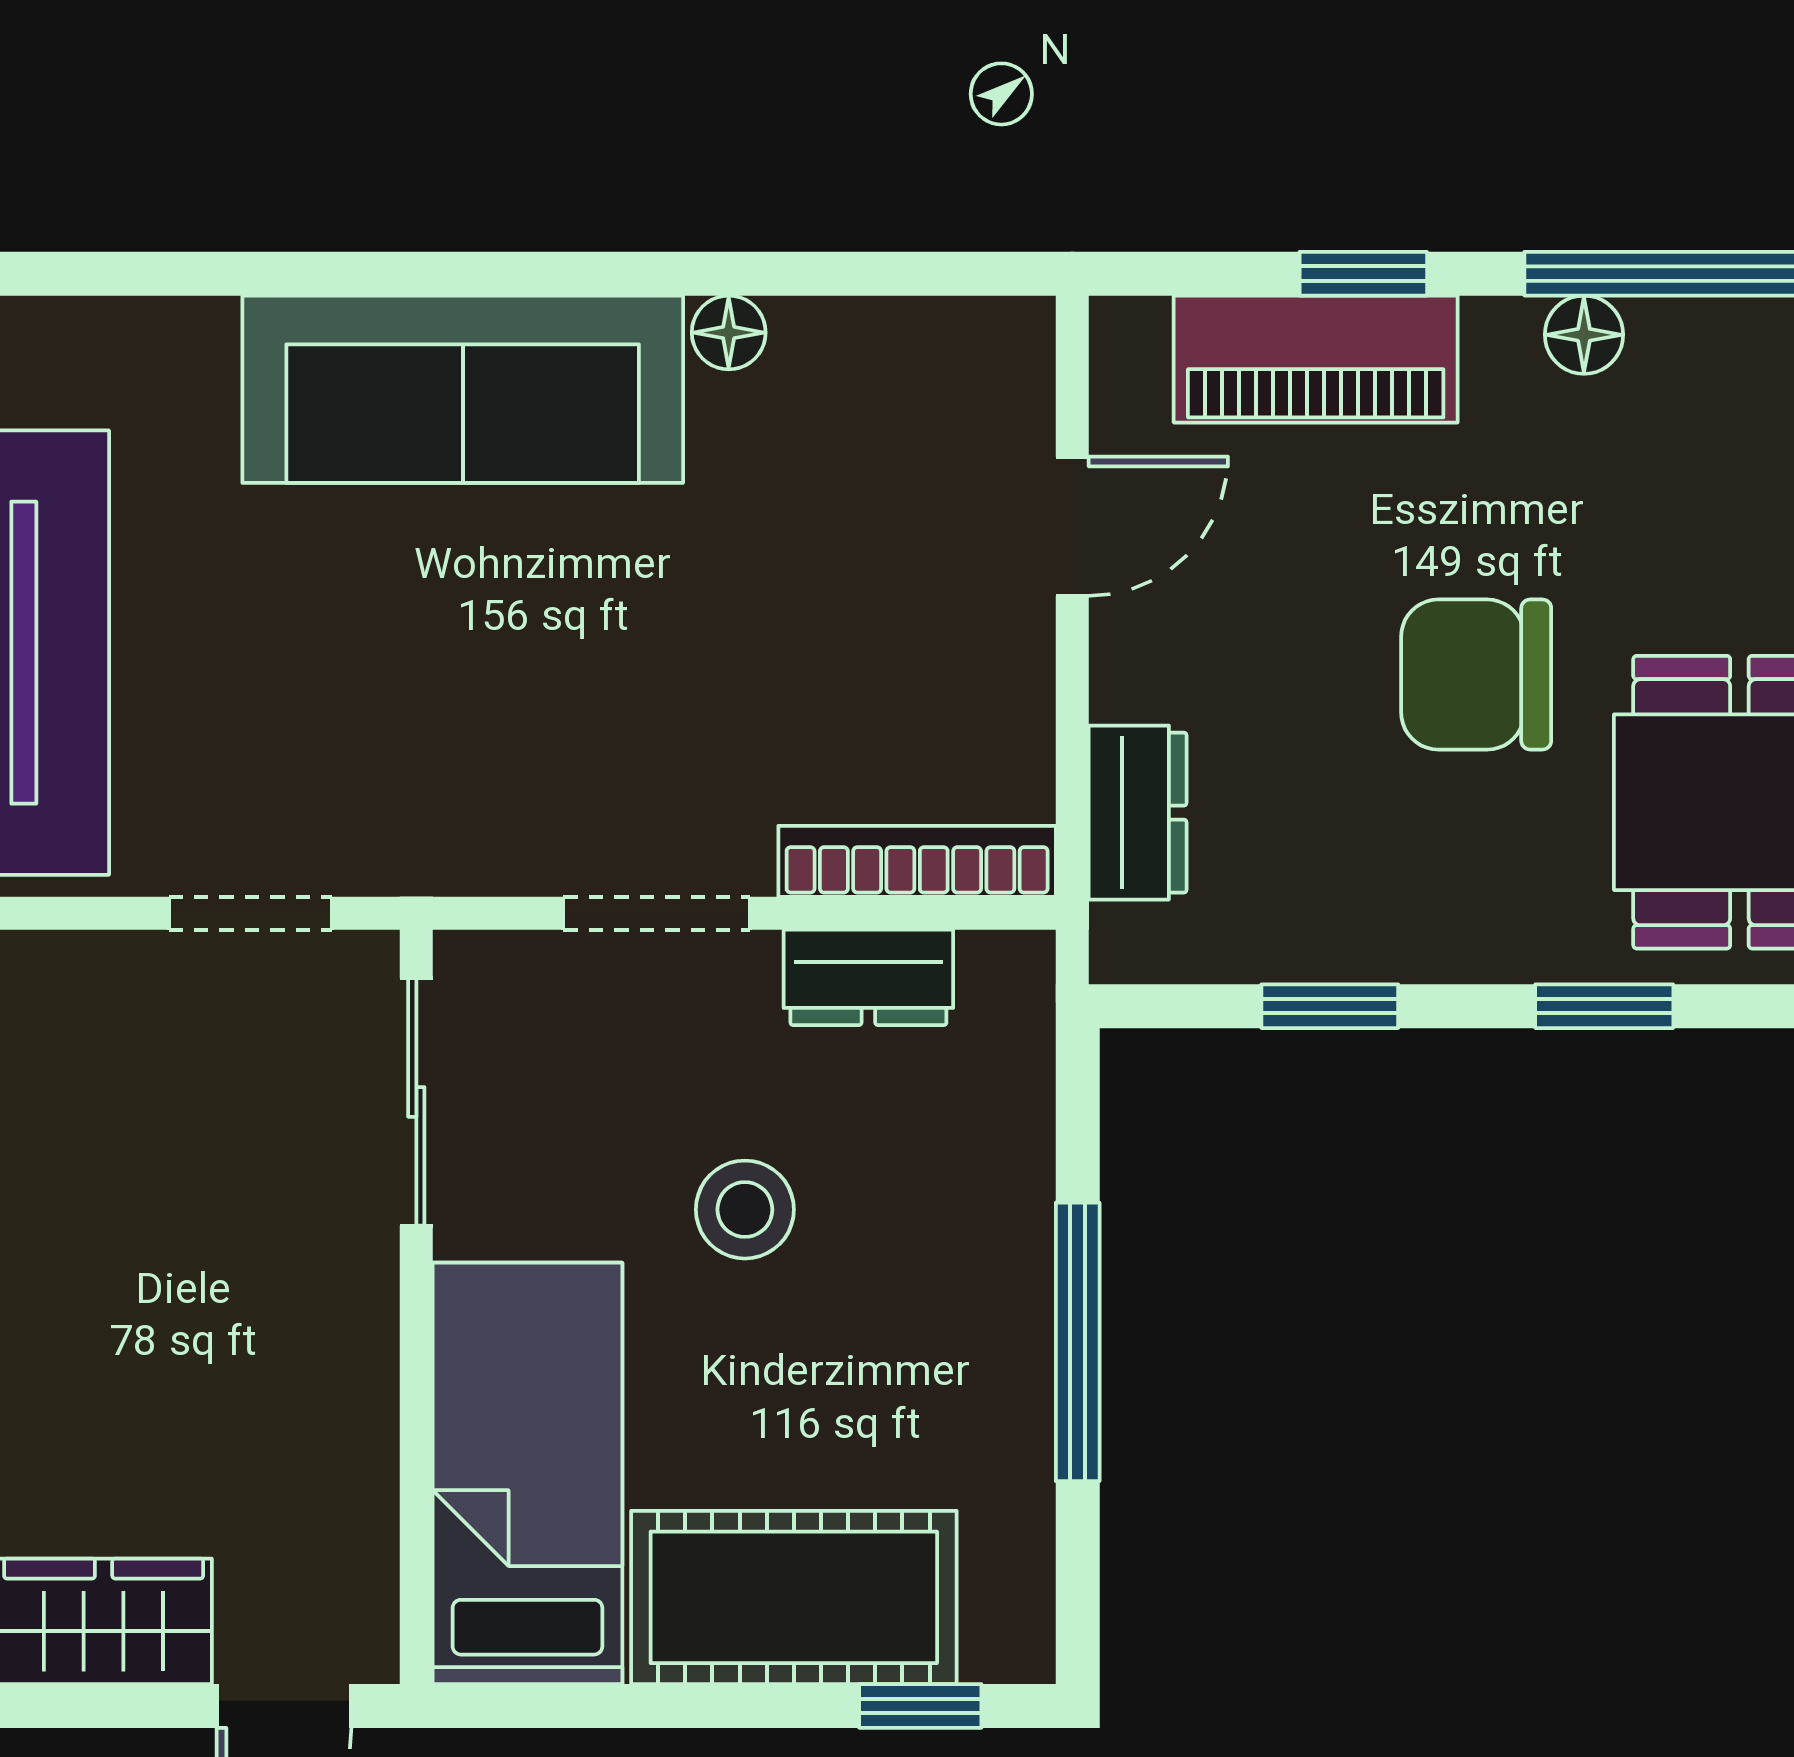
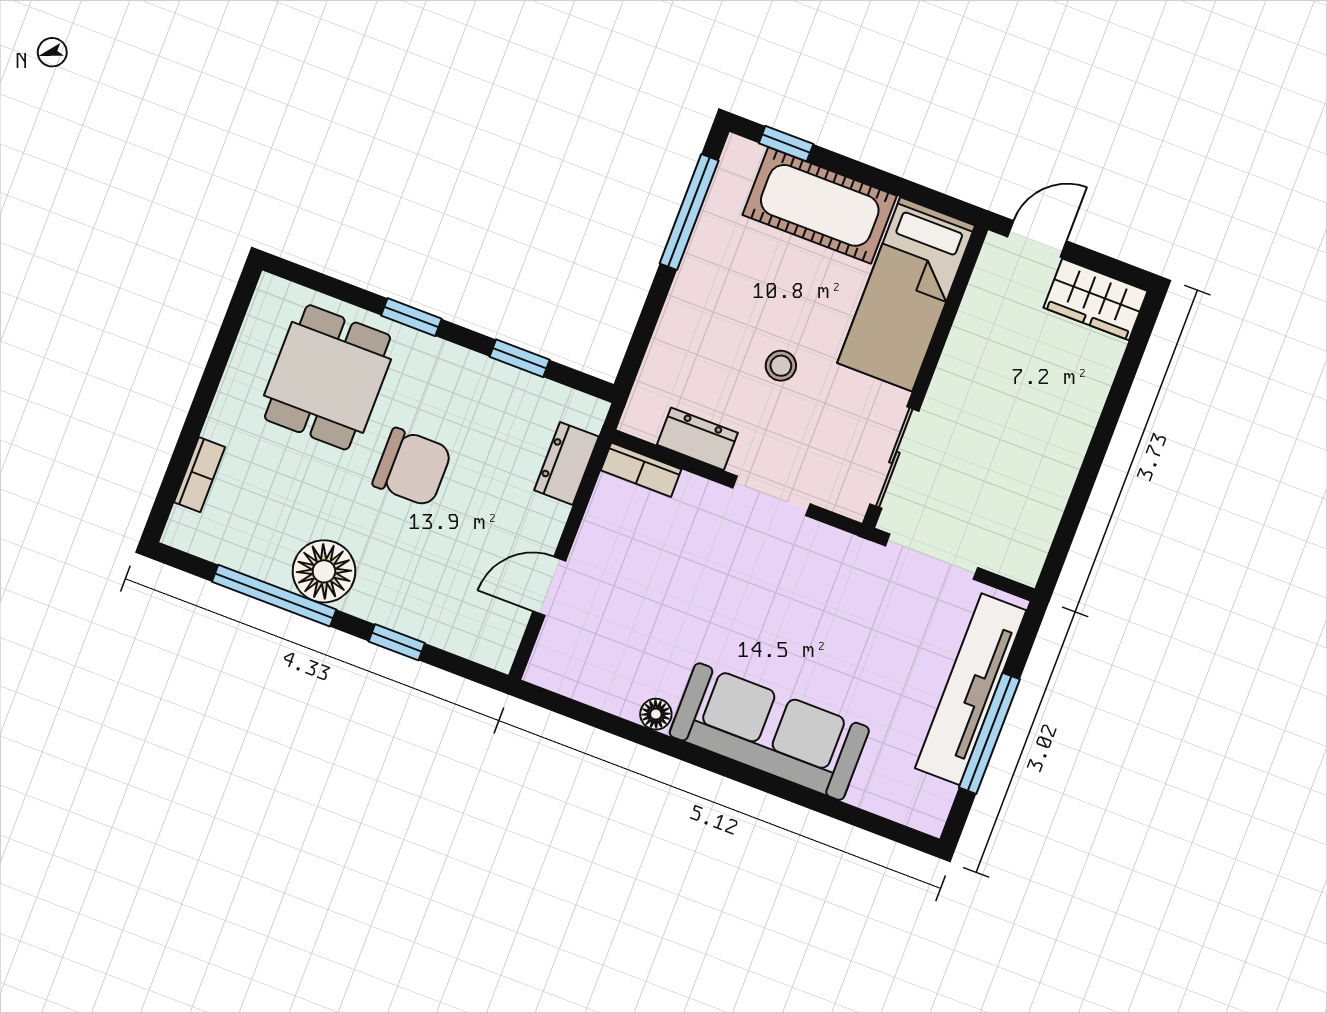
floor lamp: (1584, 335) -> (324, 571), width x1.89, depth x1.89
piano: (1316, 359) -> (428, 616), removed
bookcase: (917, 861) -> (641, 470), width x0.64
doorway: (250, 913) -> (932, 557), width x1.38
stool: (745, 1210) -> (781, 366), width x0.73, depth x0.73
window: (1078, 1342) -> (689, 212), moved

